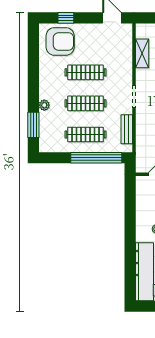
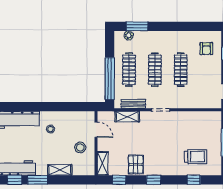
armchair: (60, 41) -> (206, 49), width x0.53, depth x0.53
shelving: (142, 53) -> (127, 117), moved
plant: (44, 105) -> (129, 35), moved

